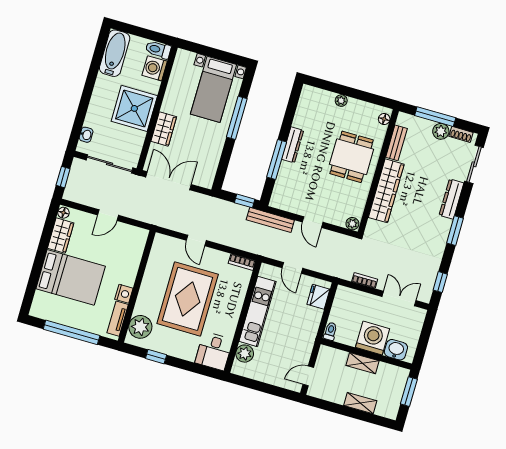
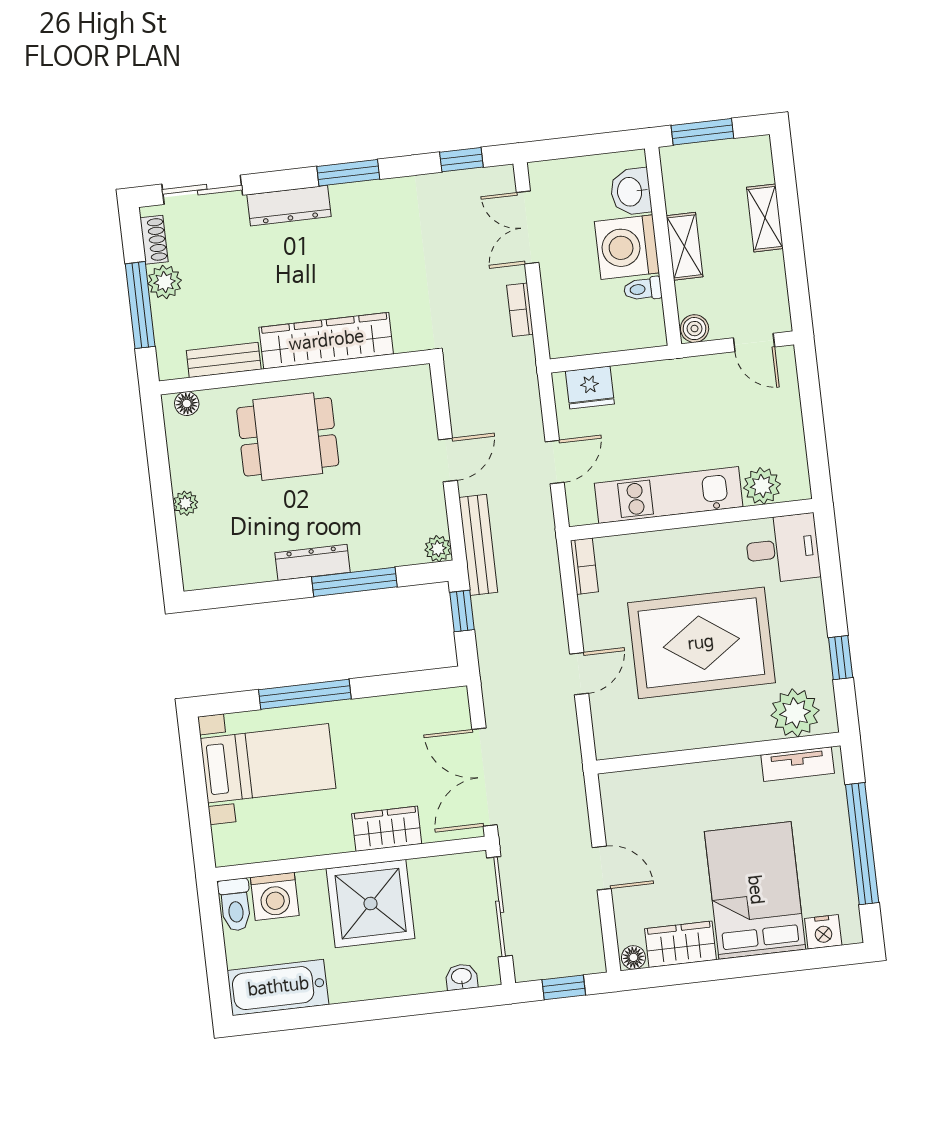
plant: (352, 224) -> (438, 549), moved
nightstand: (124, 294) -> (823, 932), moved, turned 180
toilet: (330, 331) -> (643, 289), moved
boiler: (325, 353) -> (695, 329), added

